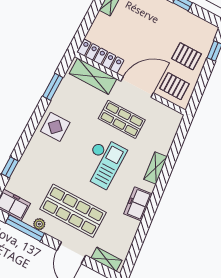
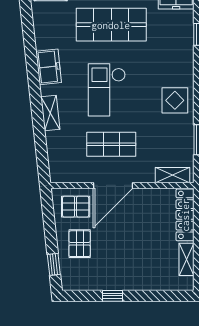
locker: (101, 56) -> (185, 215), moved, turned 90
pallet: (187, 56) -> (80, 244), turned 90
shelving: (93, 76) -> (173, 175), width x0.67, depth x0.75

